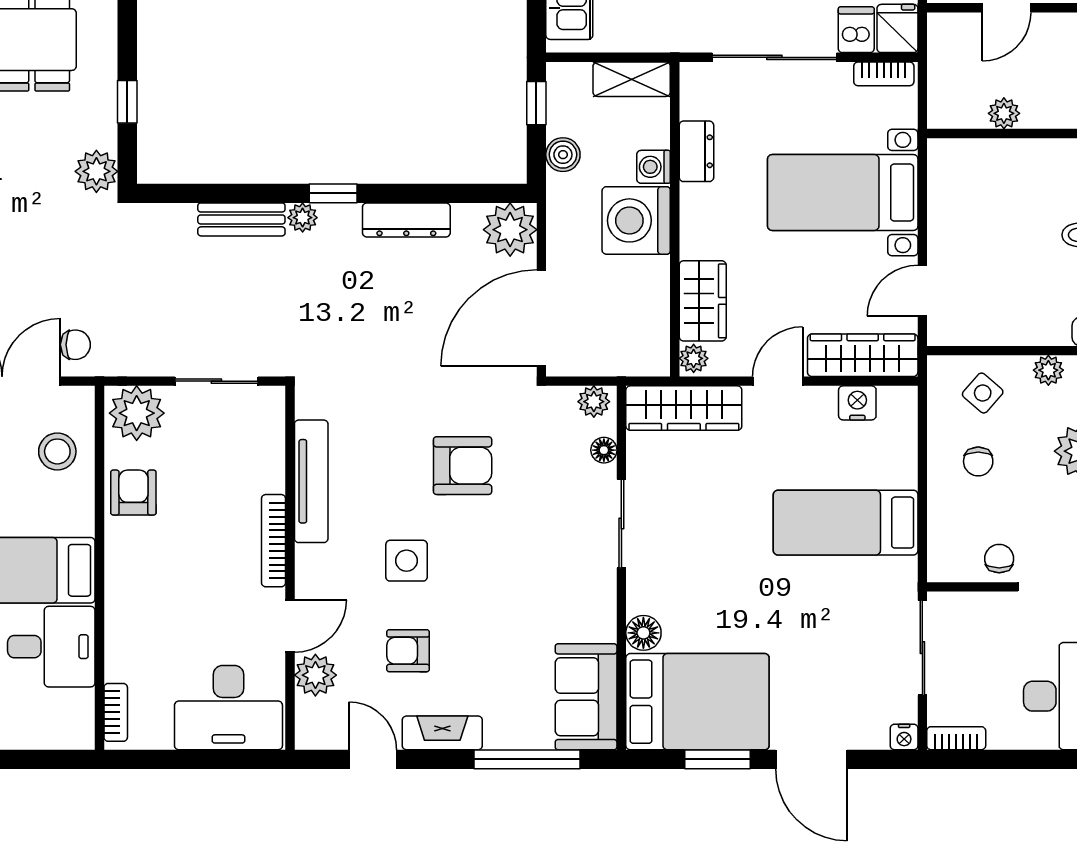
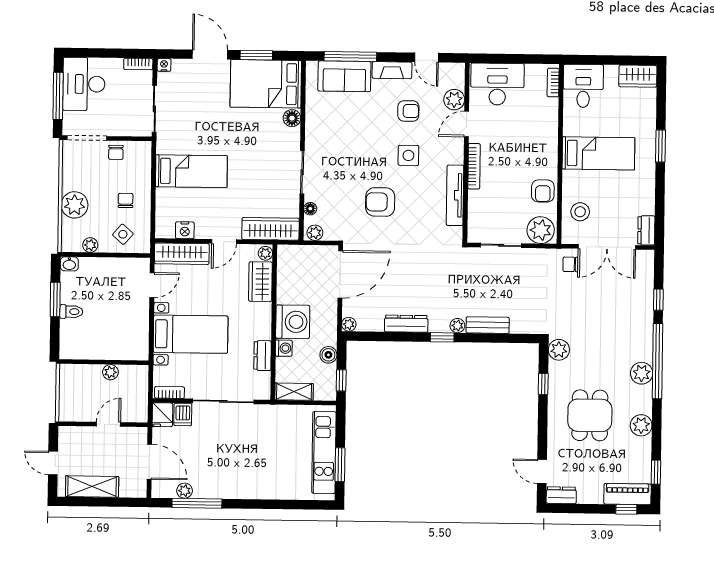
plant: (510, 230) -> (349, 324), width x0.53, depth x0.53
desk: (51, 647) -> (583, 86), moved, turned 90
sofa: (586, 697) -> (344, 76), moved, turned 90

